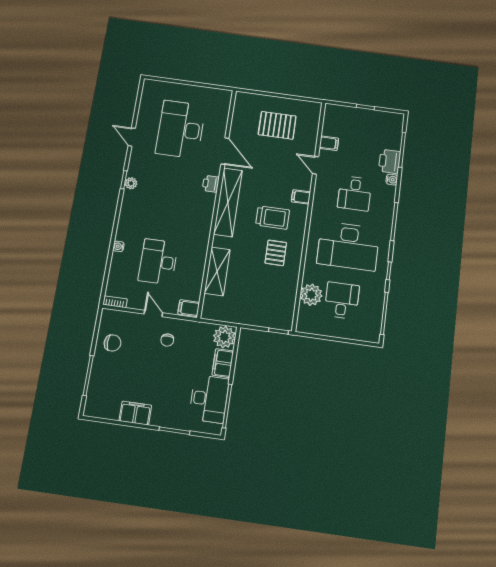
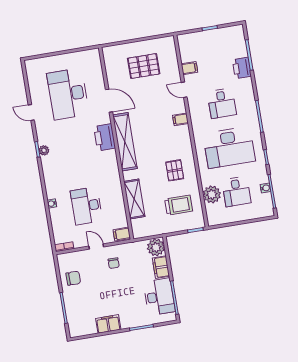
water cooler: (392, 180) -> (265, 188), moved
printer: (211, 184) -> (105, 137), width x1.87, depth x1.48
trolley: (273, 218) -> (179, 205), moved
desk: (342, 300) -> (236, 192), turned 180

